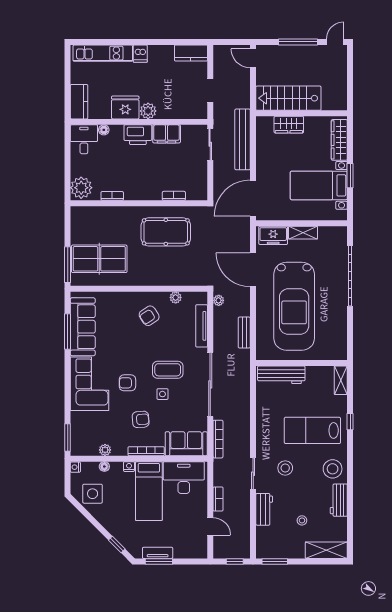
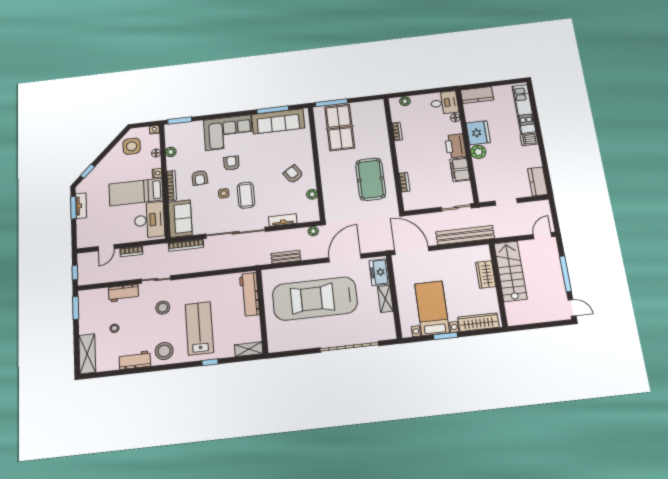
plant: (81, 188) -> (405, 101), width x0.53, depth x0.53
tv unit: (202, 326) -> (283, 220), width x0.71

